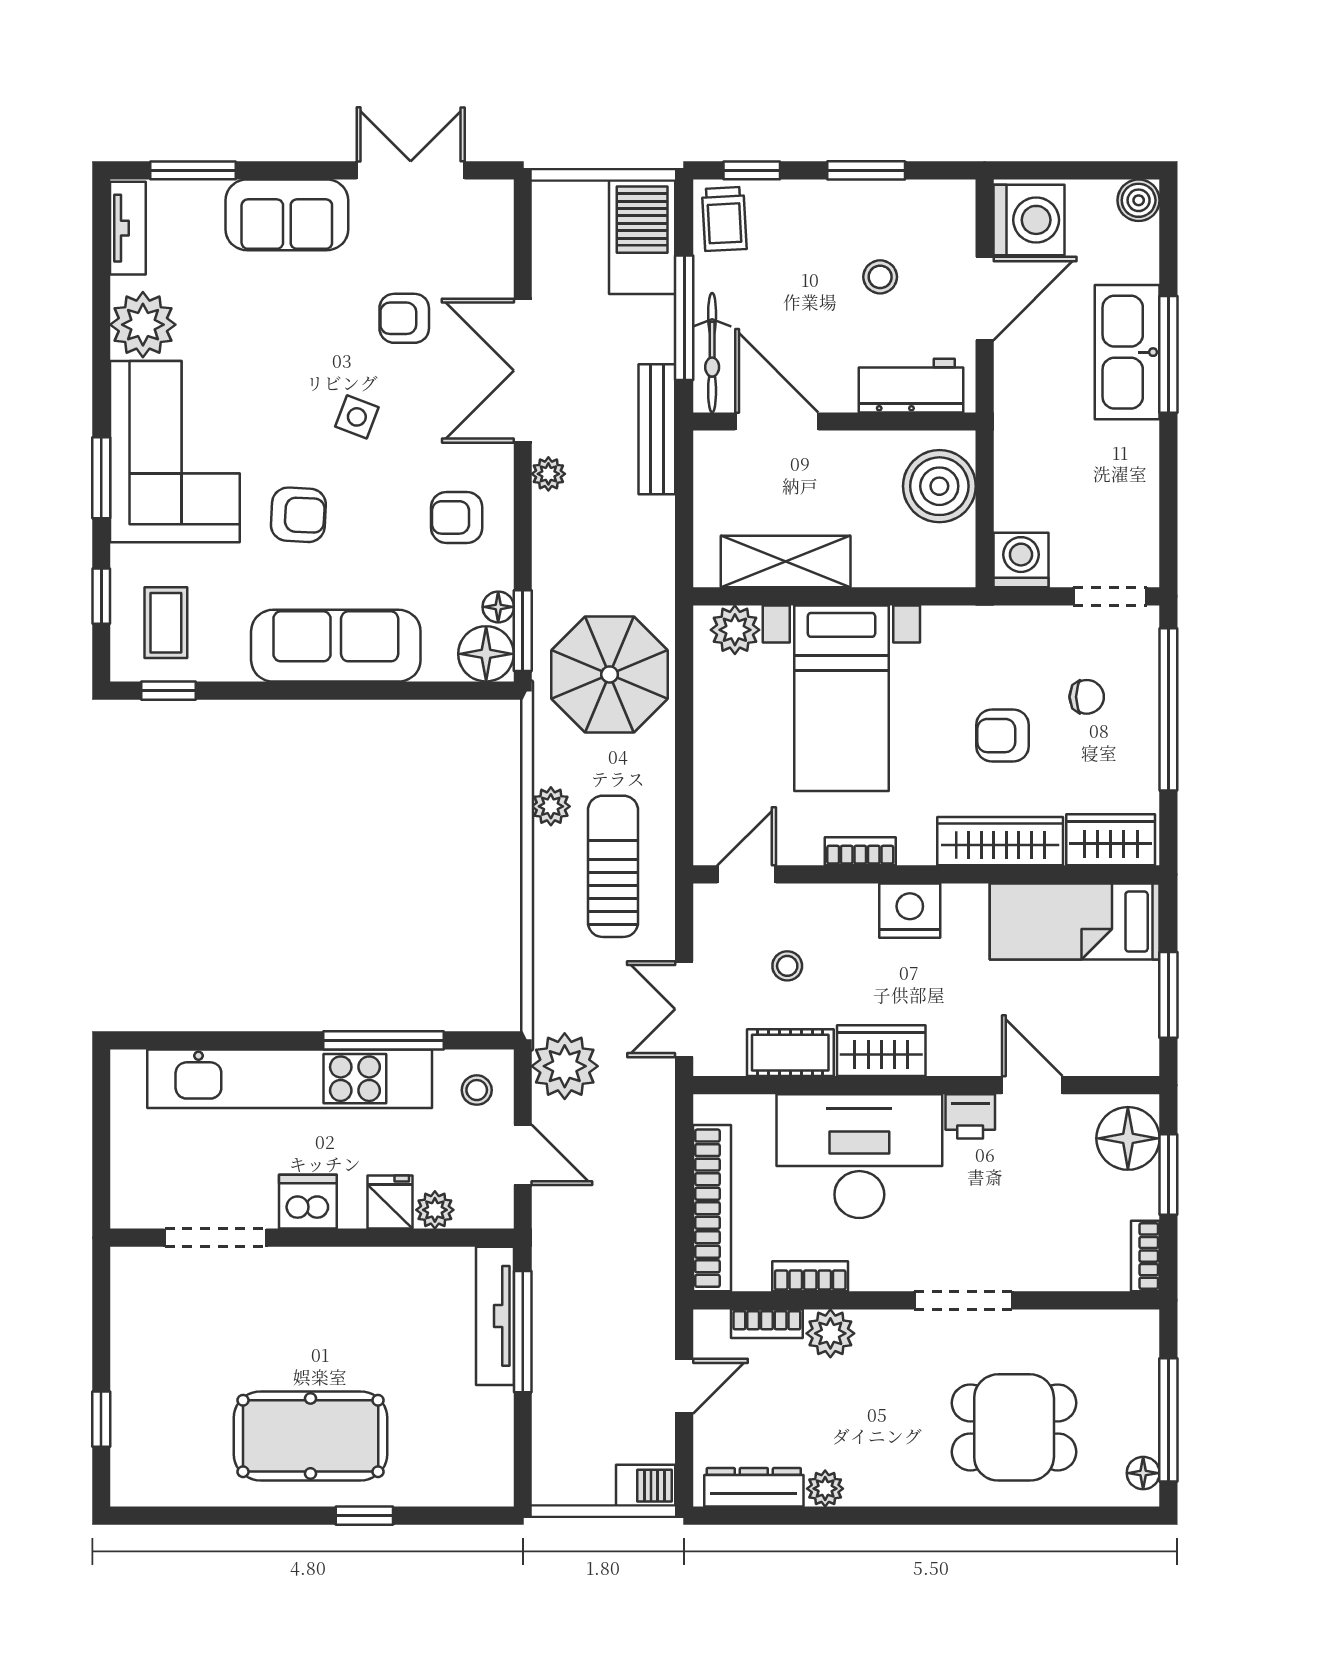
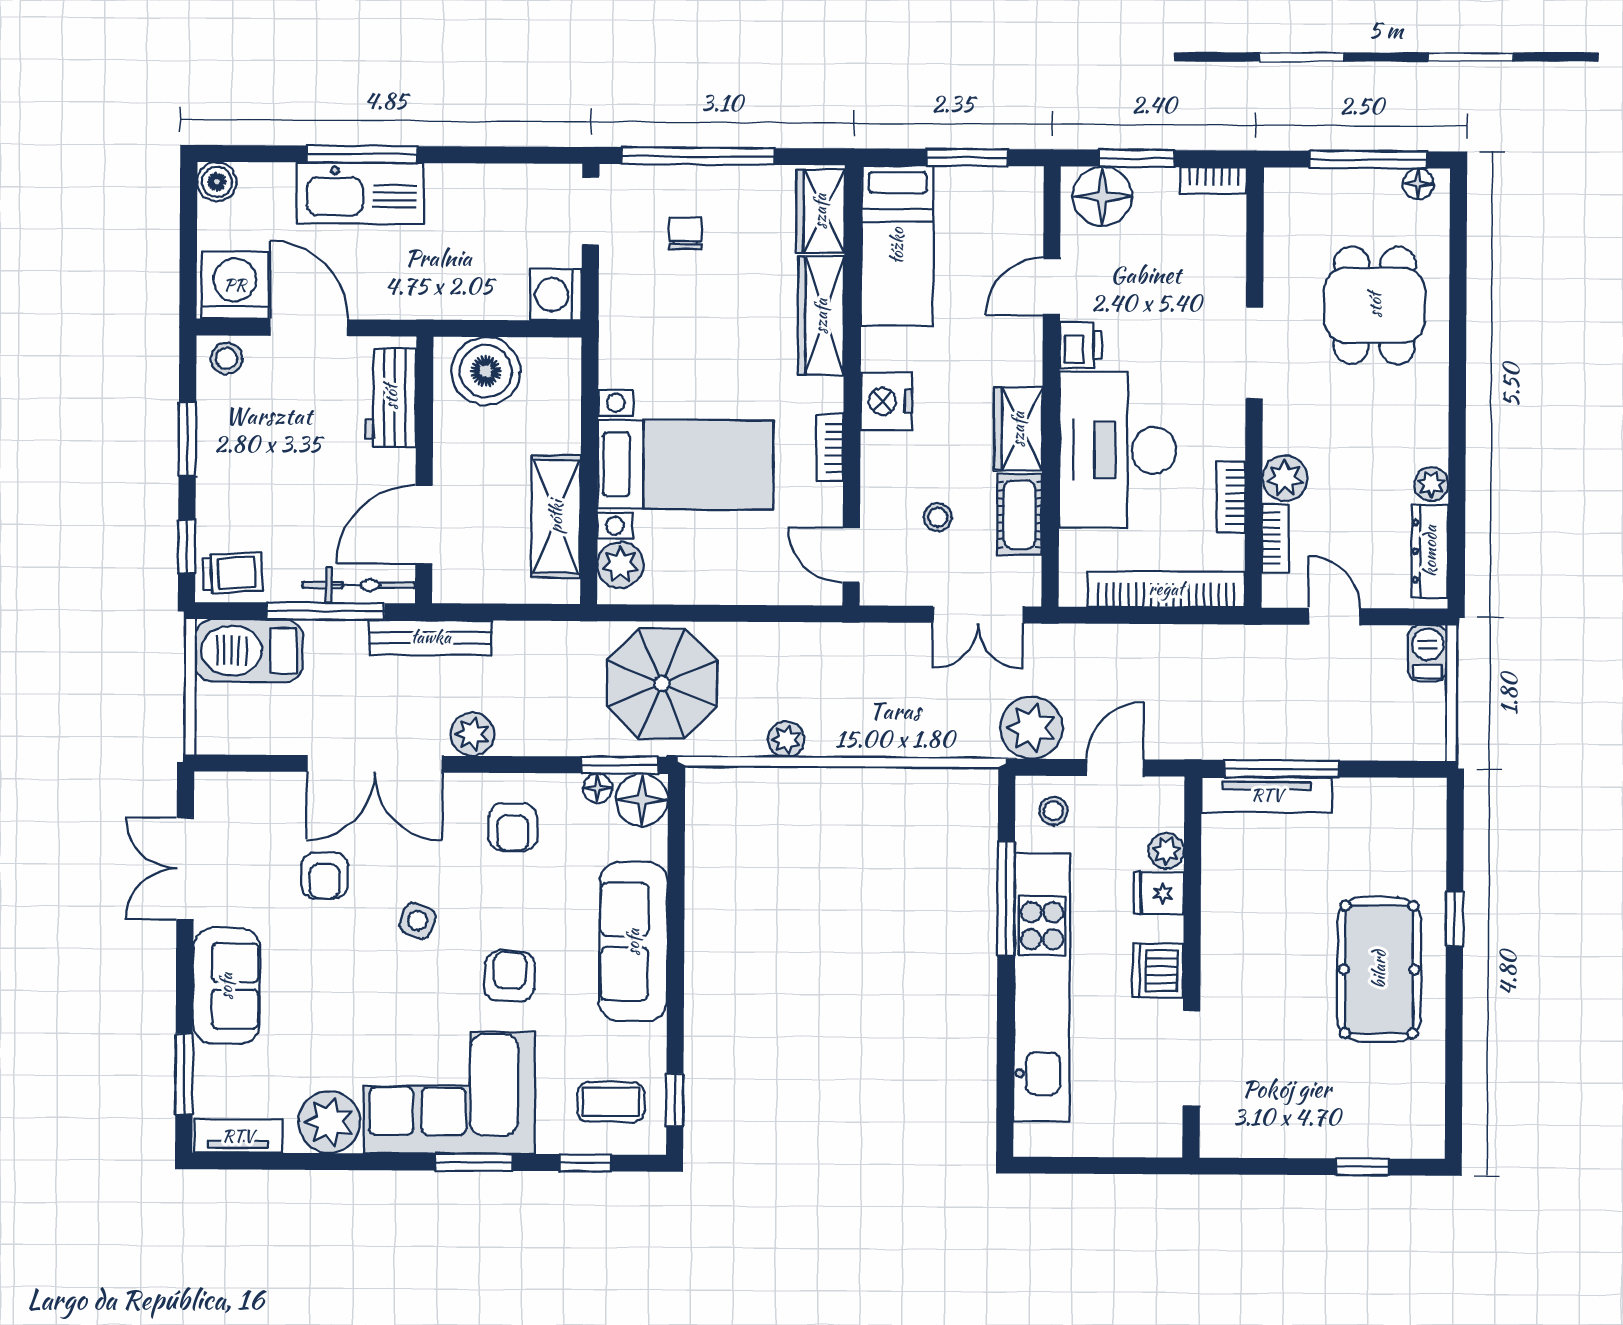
stool: (880, 277) -> (227, 358), moved
plant: (548, 474) -> (472, 734), width x1.38, depth x1.38
armchair: (1003, 736) -> (721, 313), removed
sun lounger: (613, 866) -> (843, 681), removed

